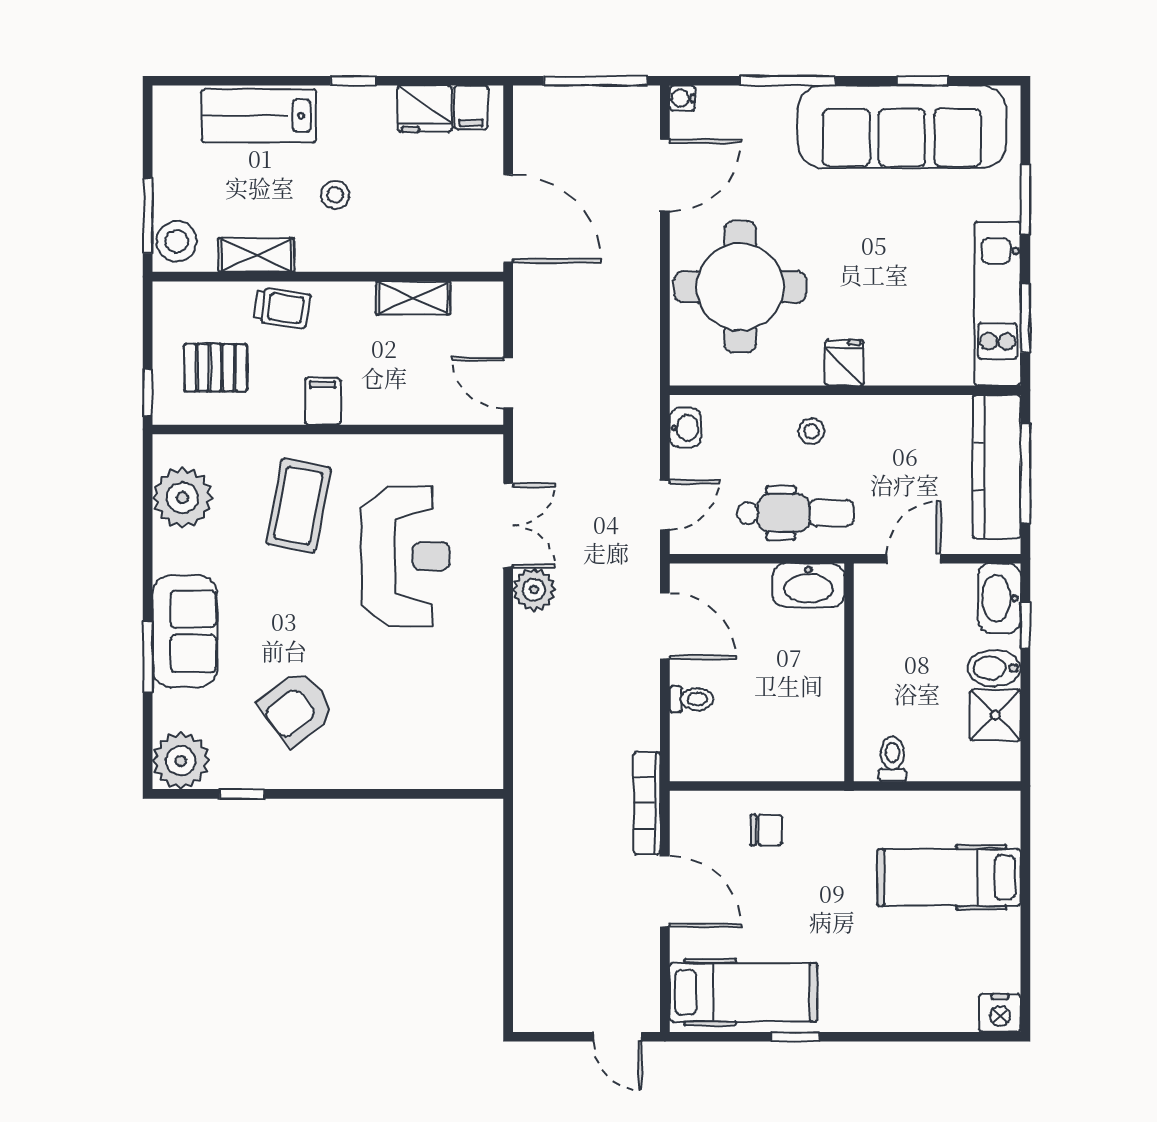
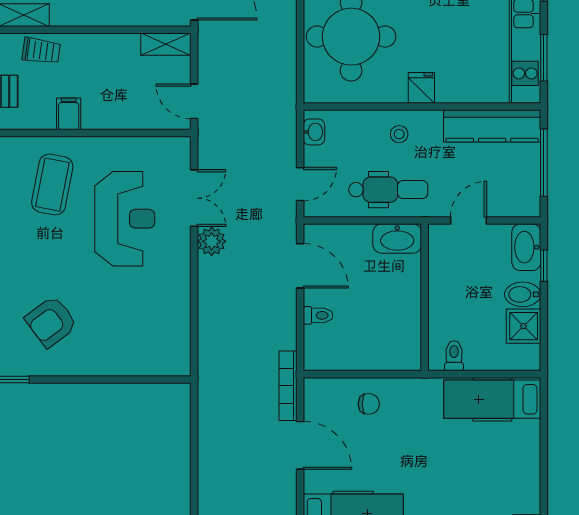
shelving: (413, 298) -> (166, 44), moved
kitchen counter: (997, 467) -> (492, 126), moved, turned -90
hospital bed: (949, 877) -> (492, 399), moved

